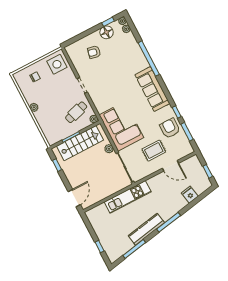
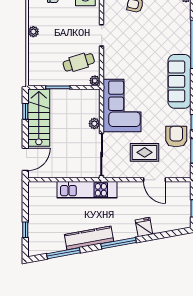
stairs: (80, 143) -> (39, 118), moved, turned -90
fridge: (190, 195) -> (144, 227), moved

